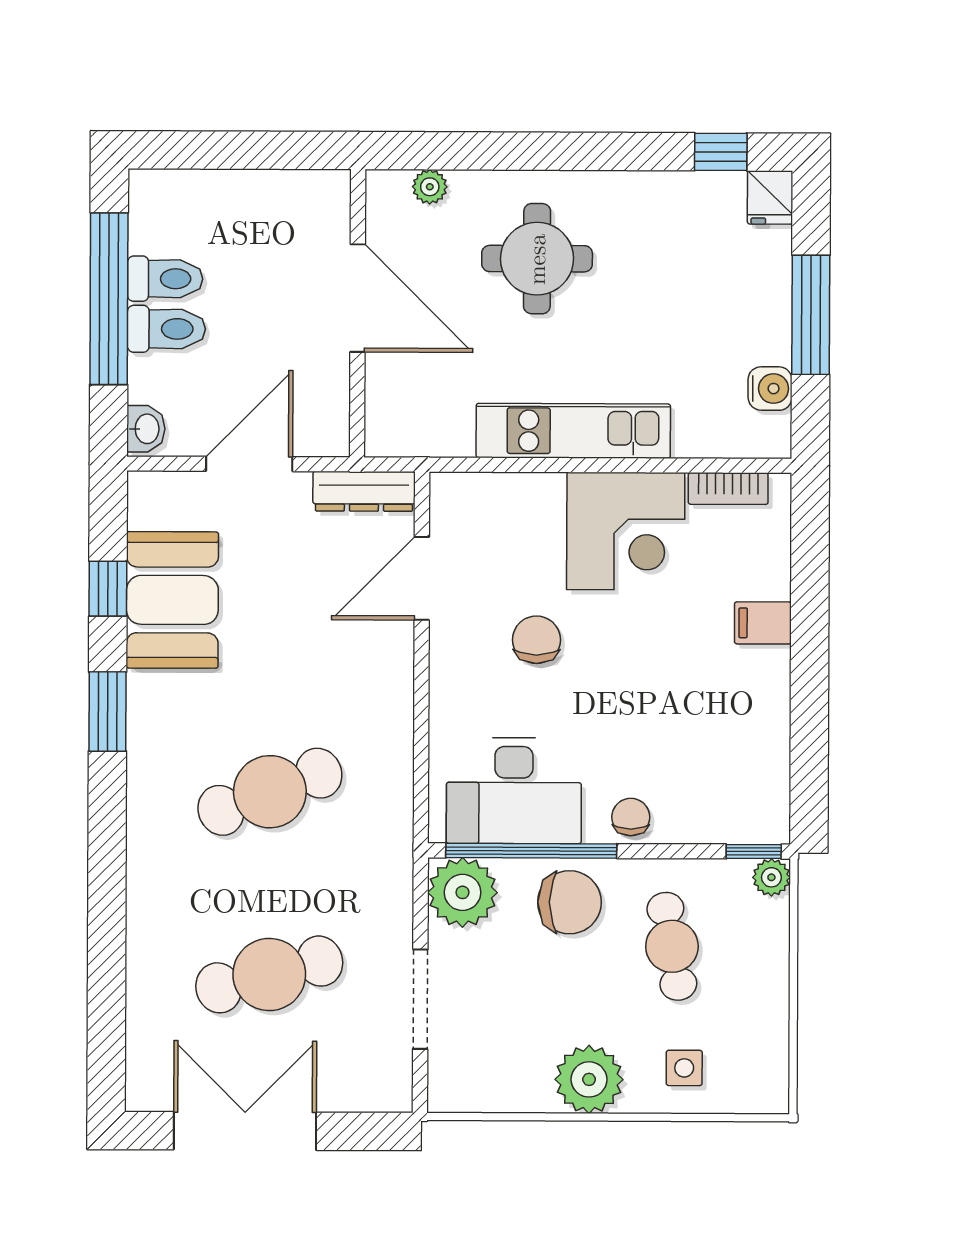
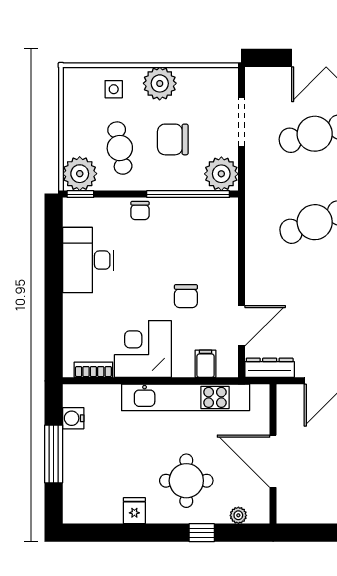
window: (721, 152) -> (202, 533), moved
fridge: (770, 197) -> (134, 511), moved
kitchen unit: (573, 431) -> (186, 397), width x1.36
filing cabinet: (763, 623) -> (206, 364), moved, turned -90
desk: (514, 791) -> (88, 260), moved, turned -90
plant: (771, 877) -> (80, 174), width x1.88, depth x1.88
chair: (570, 902) -> (173, 139), moved

